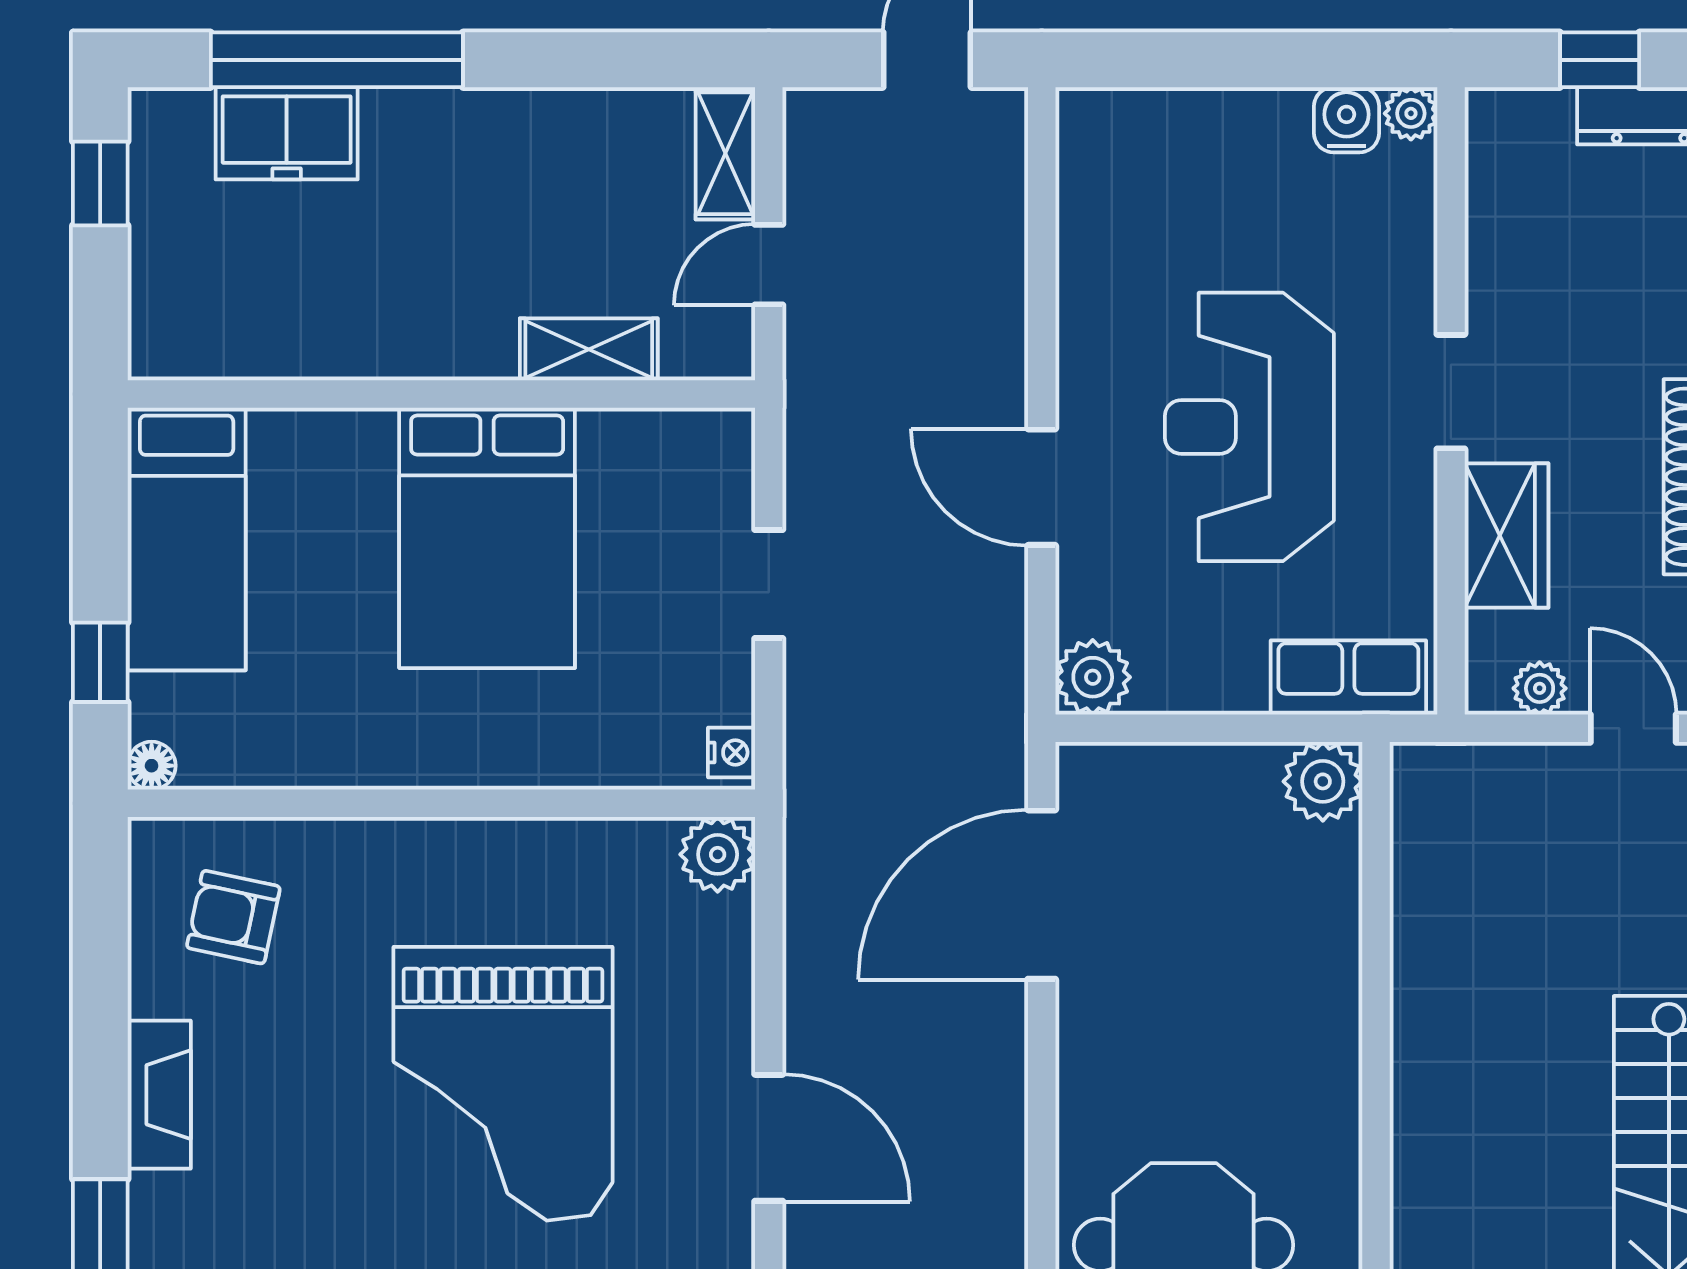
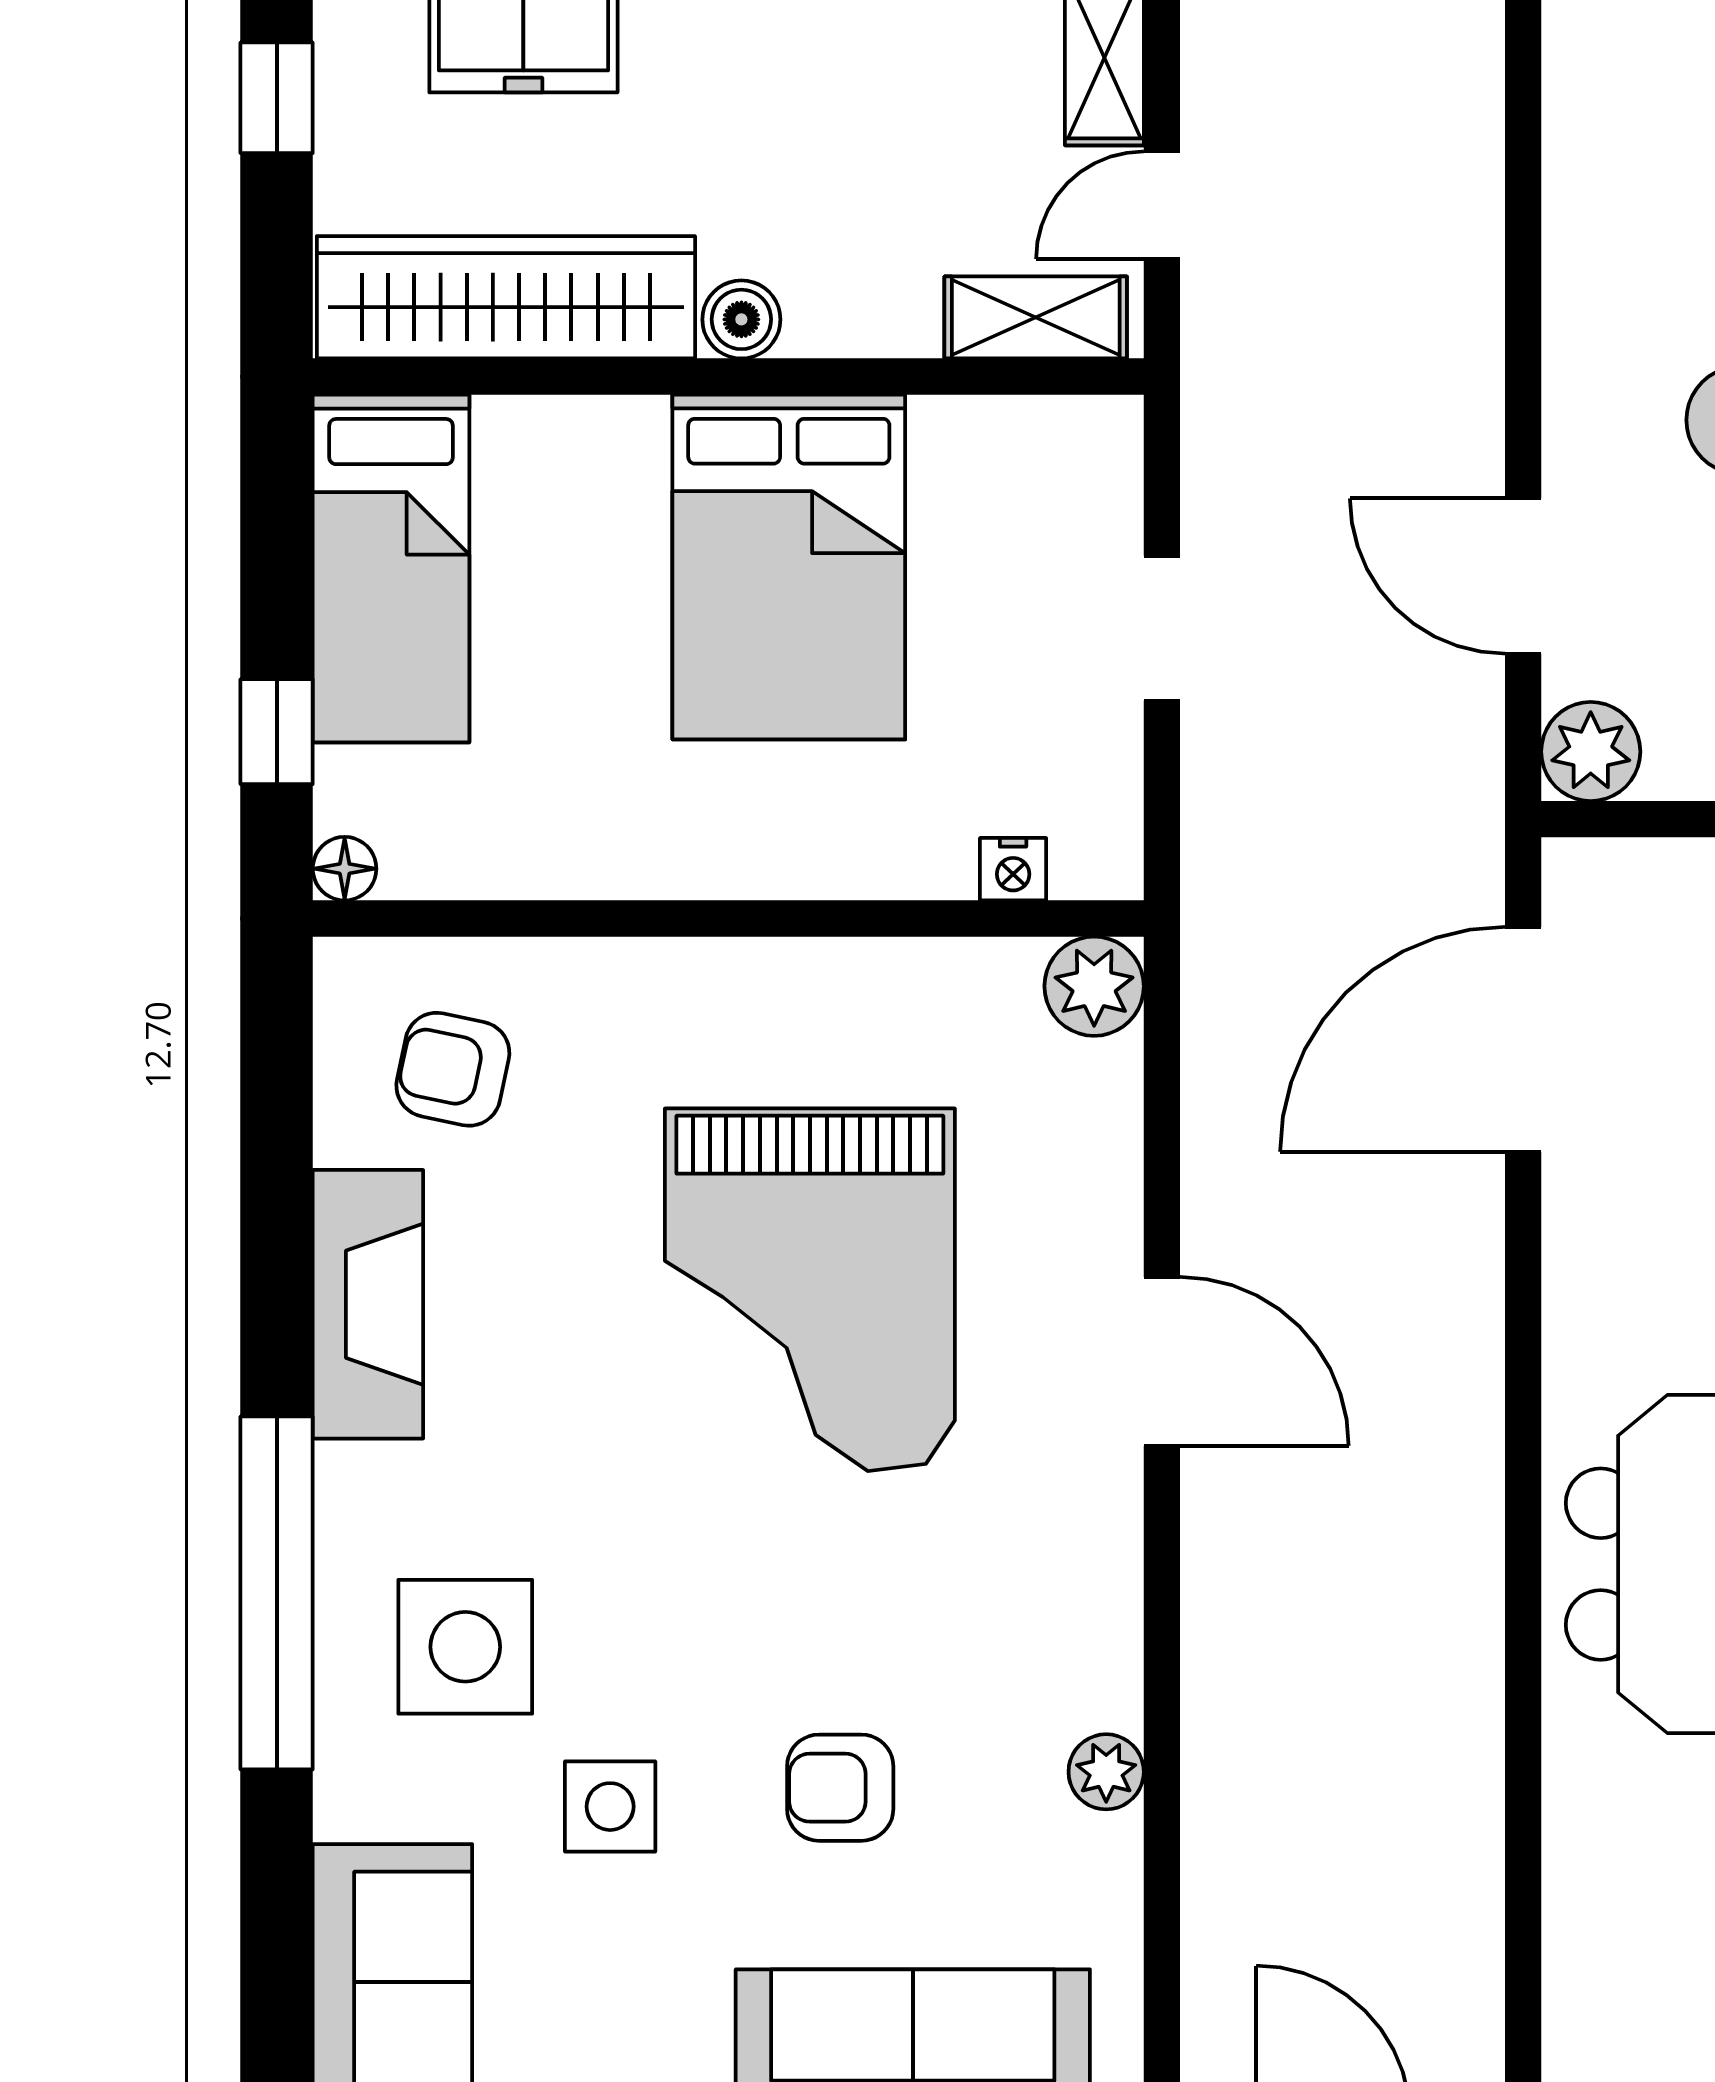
wardrobe: (273, 334) -> (506, 297), added
shelving: (589, 349) -> (1036, 317), moved
boiler: (451, 351) -> (741, 319), added
door: (1042, 487) -> (1523, 576), moved
nightstand: (732, 752) -> (1013, 869), moved, turned 90
fireplace: (159, 1095) -> (368, 1304), width x1.37, depth x1.32

